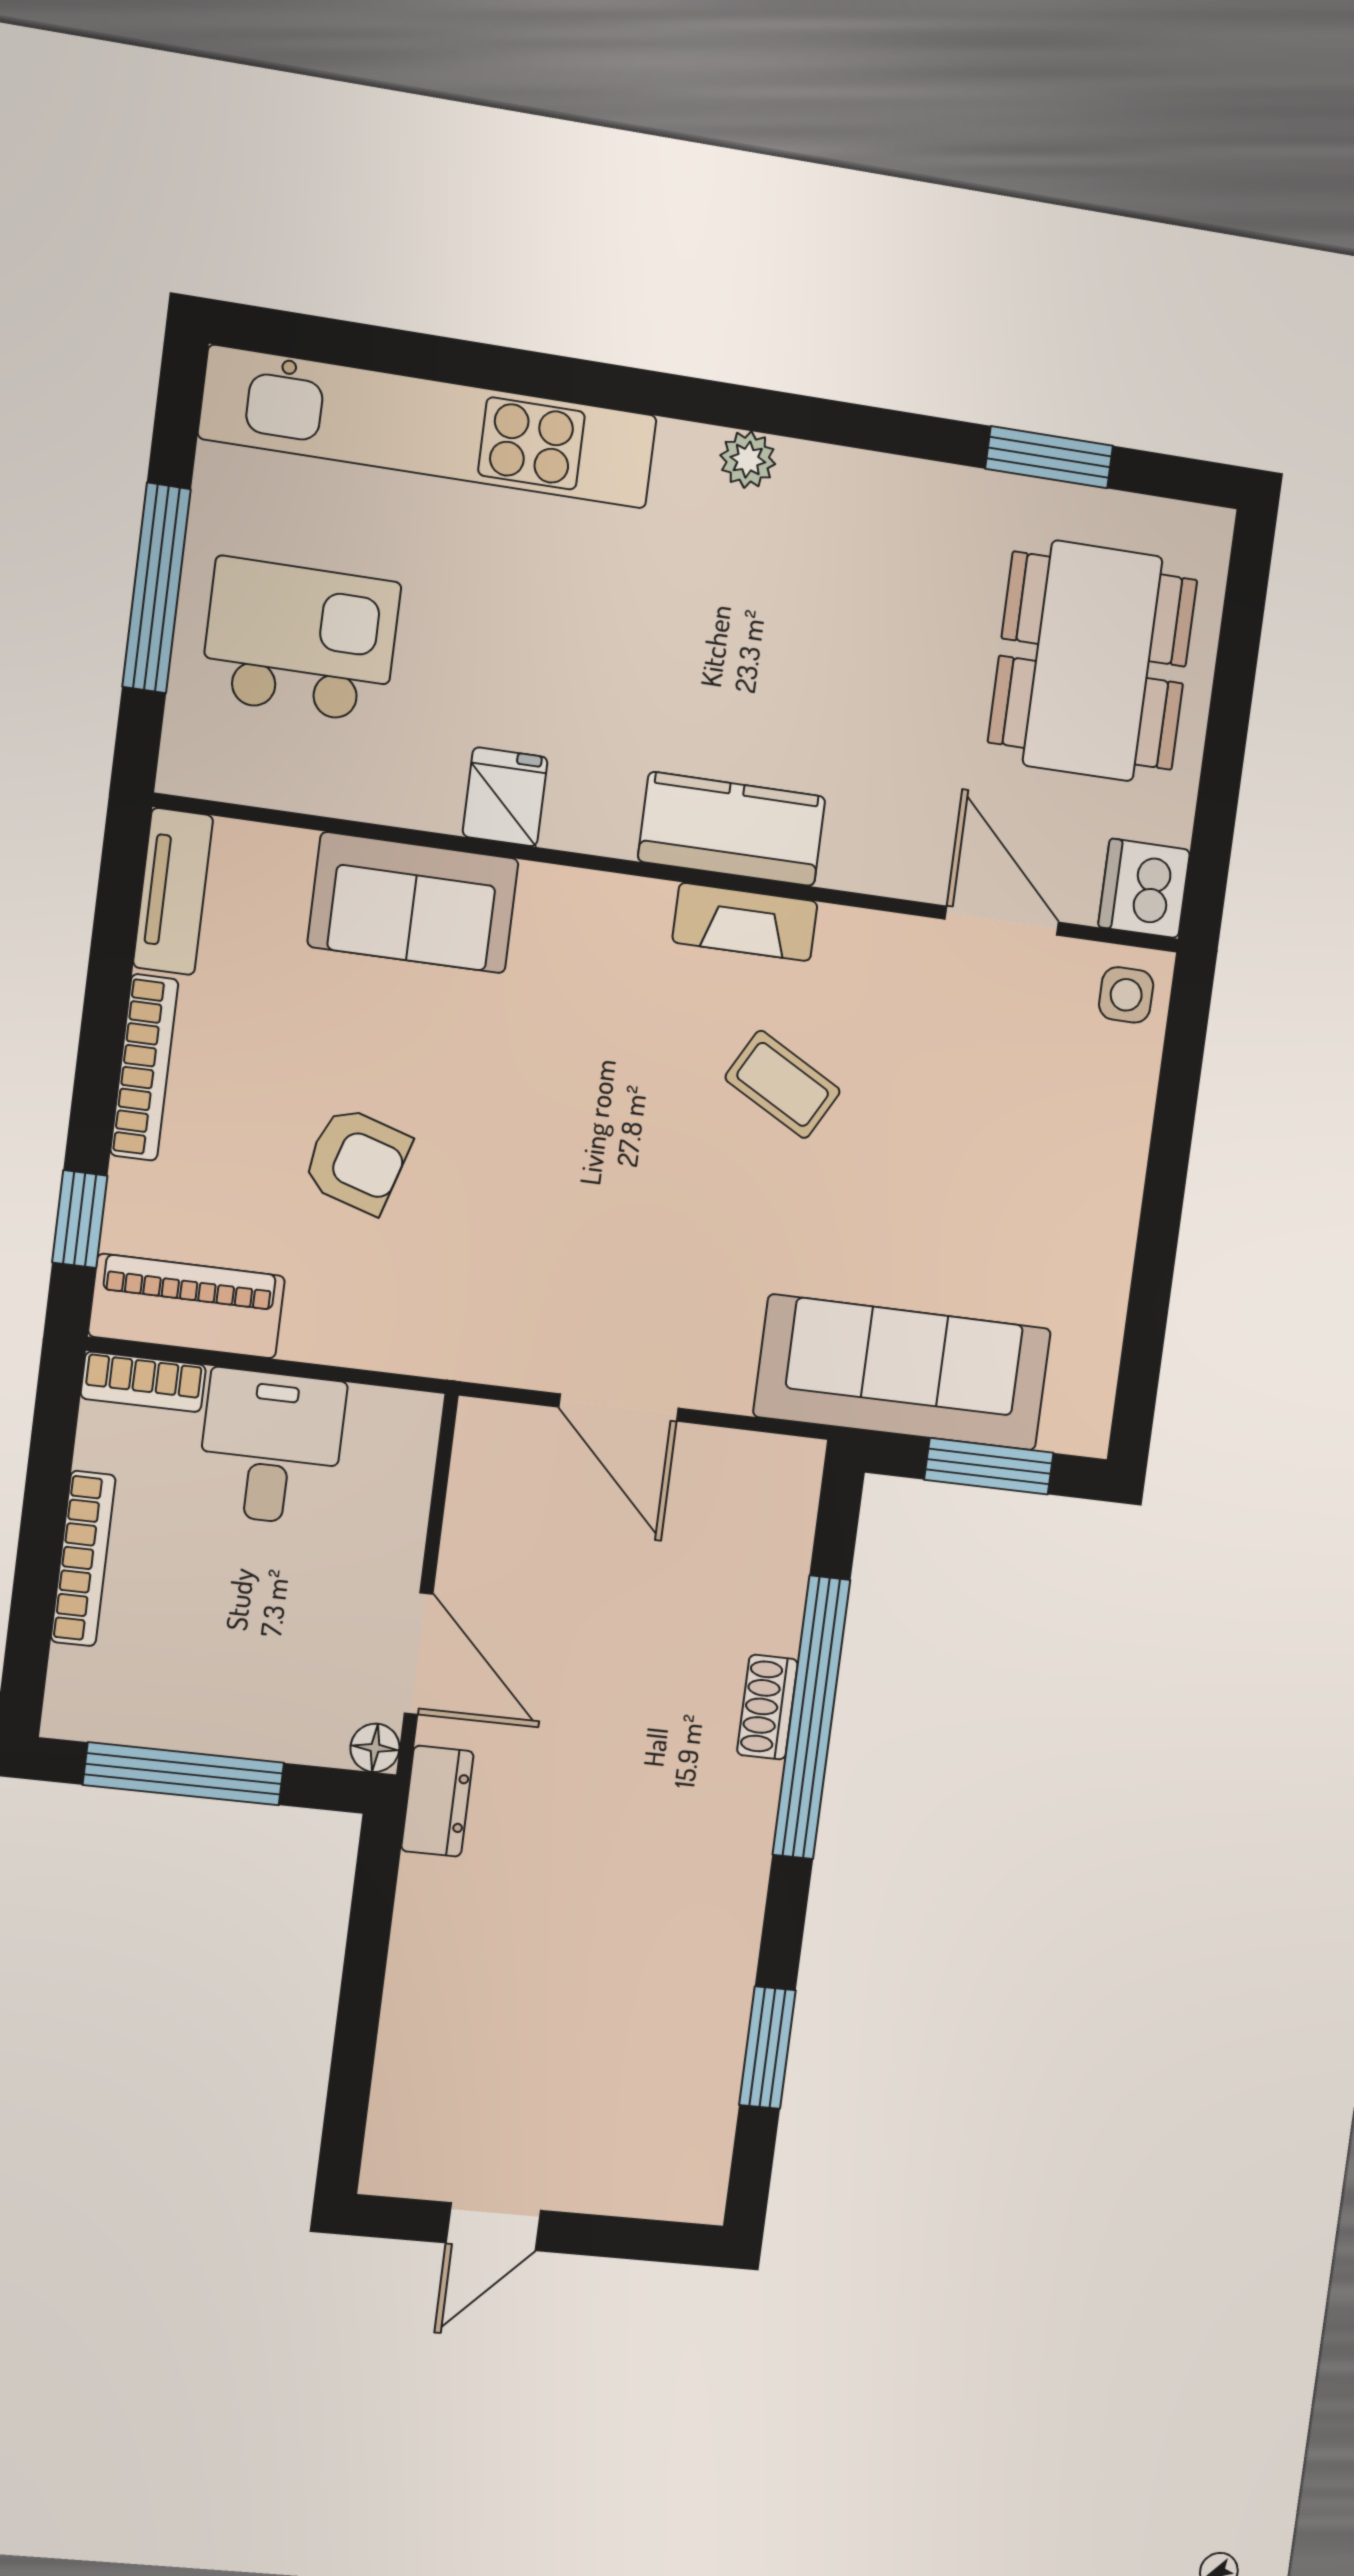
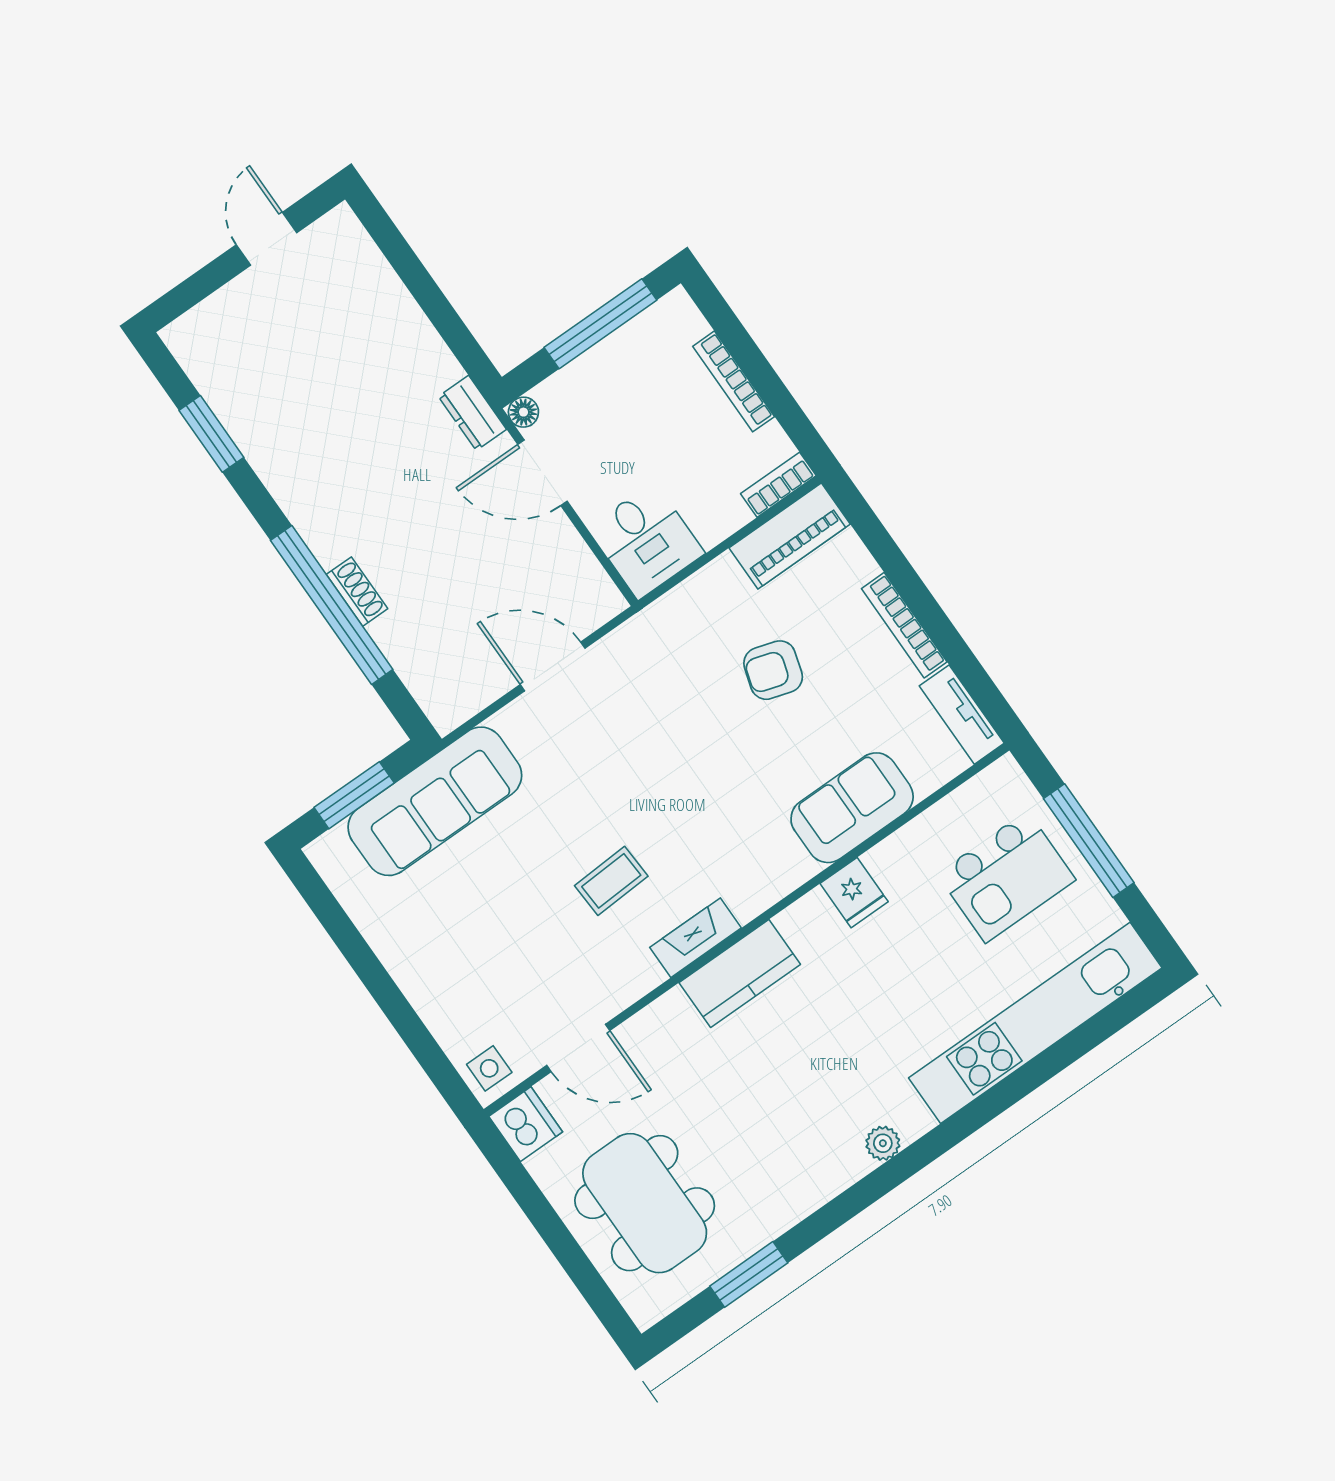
coffee table: (783, 1084) -> (611, 881), turned -32
window: (80, 1219) -> (872, 532), removed
desk: (271, 1447) -> (646, 541), moved

